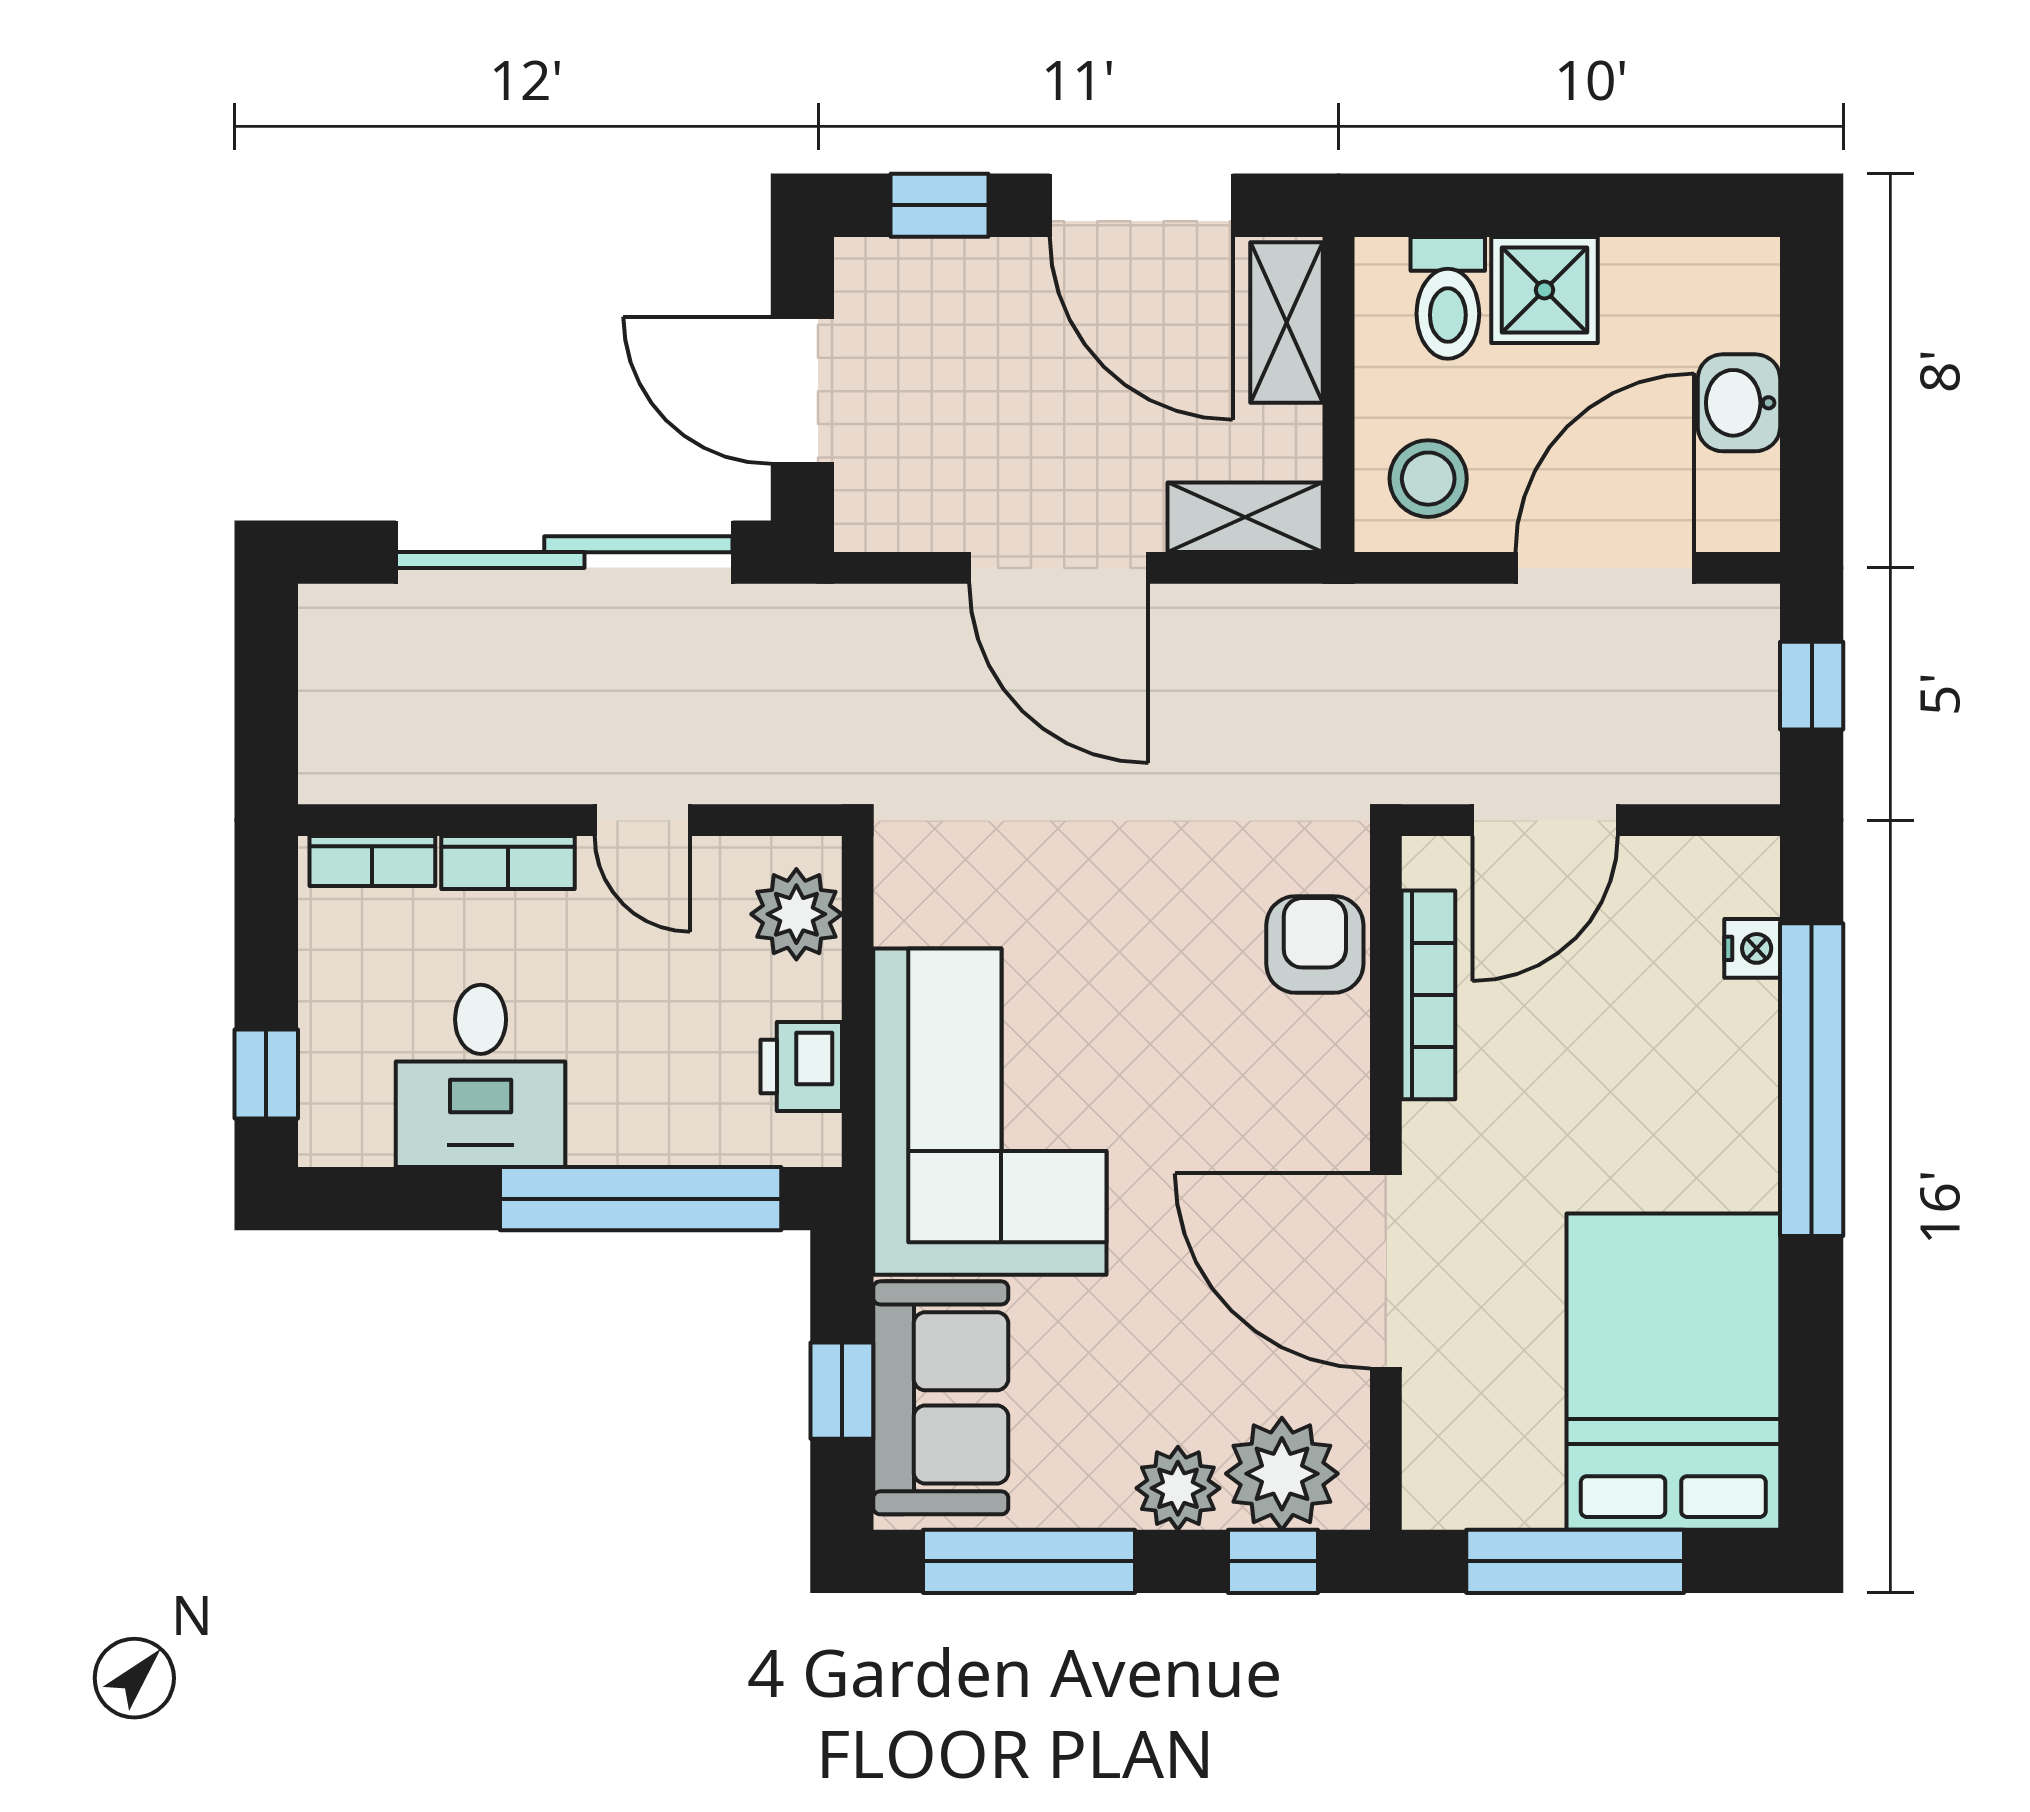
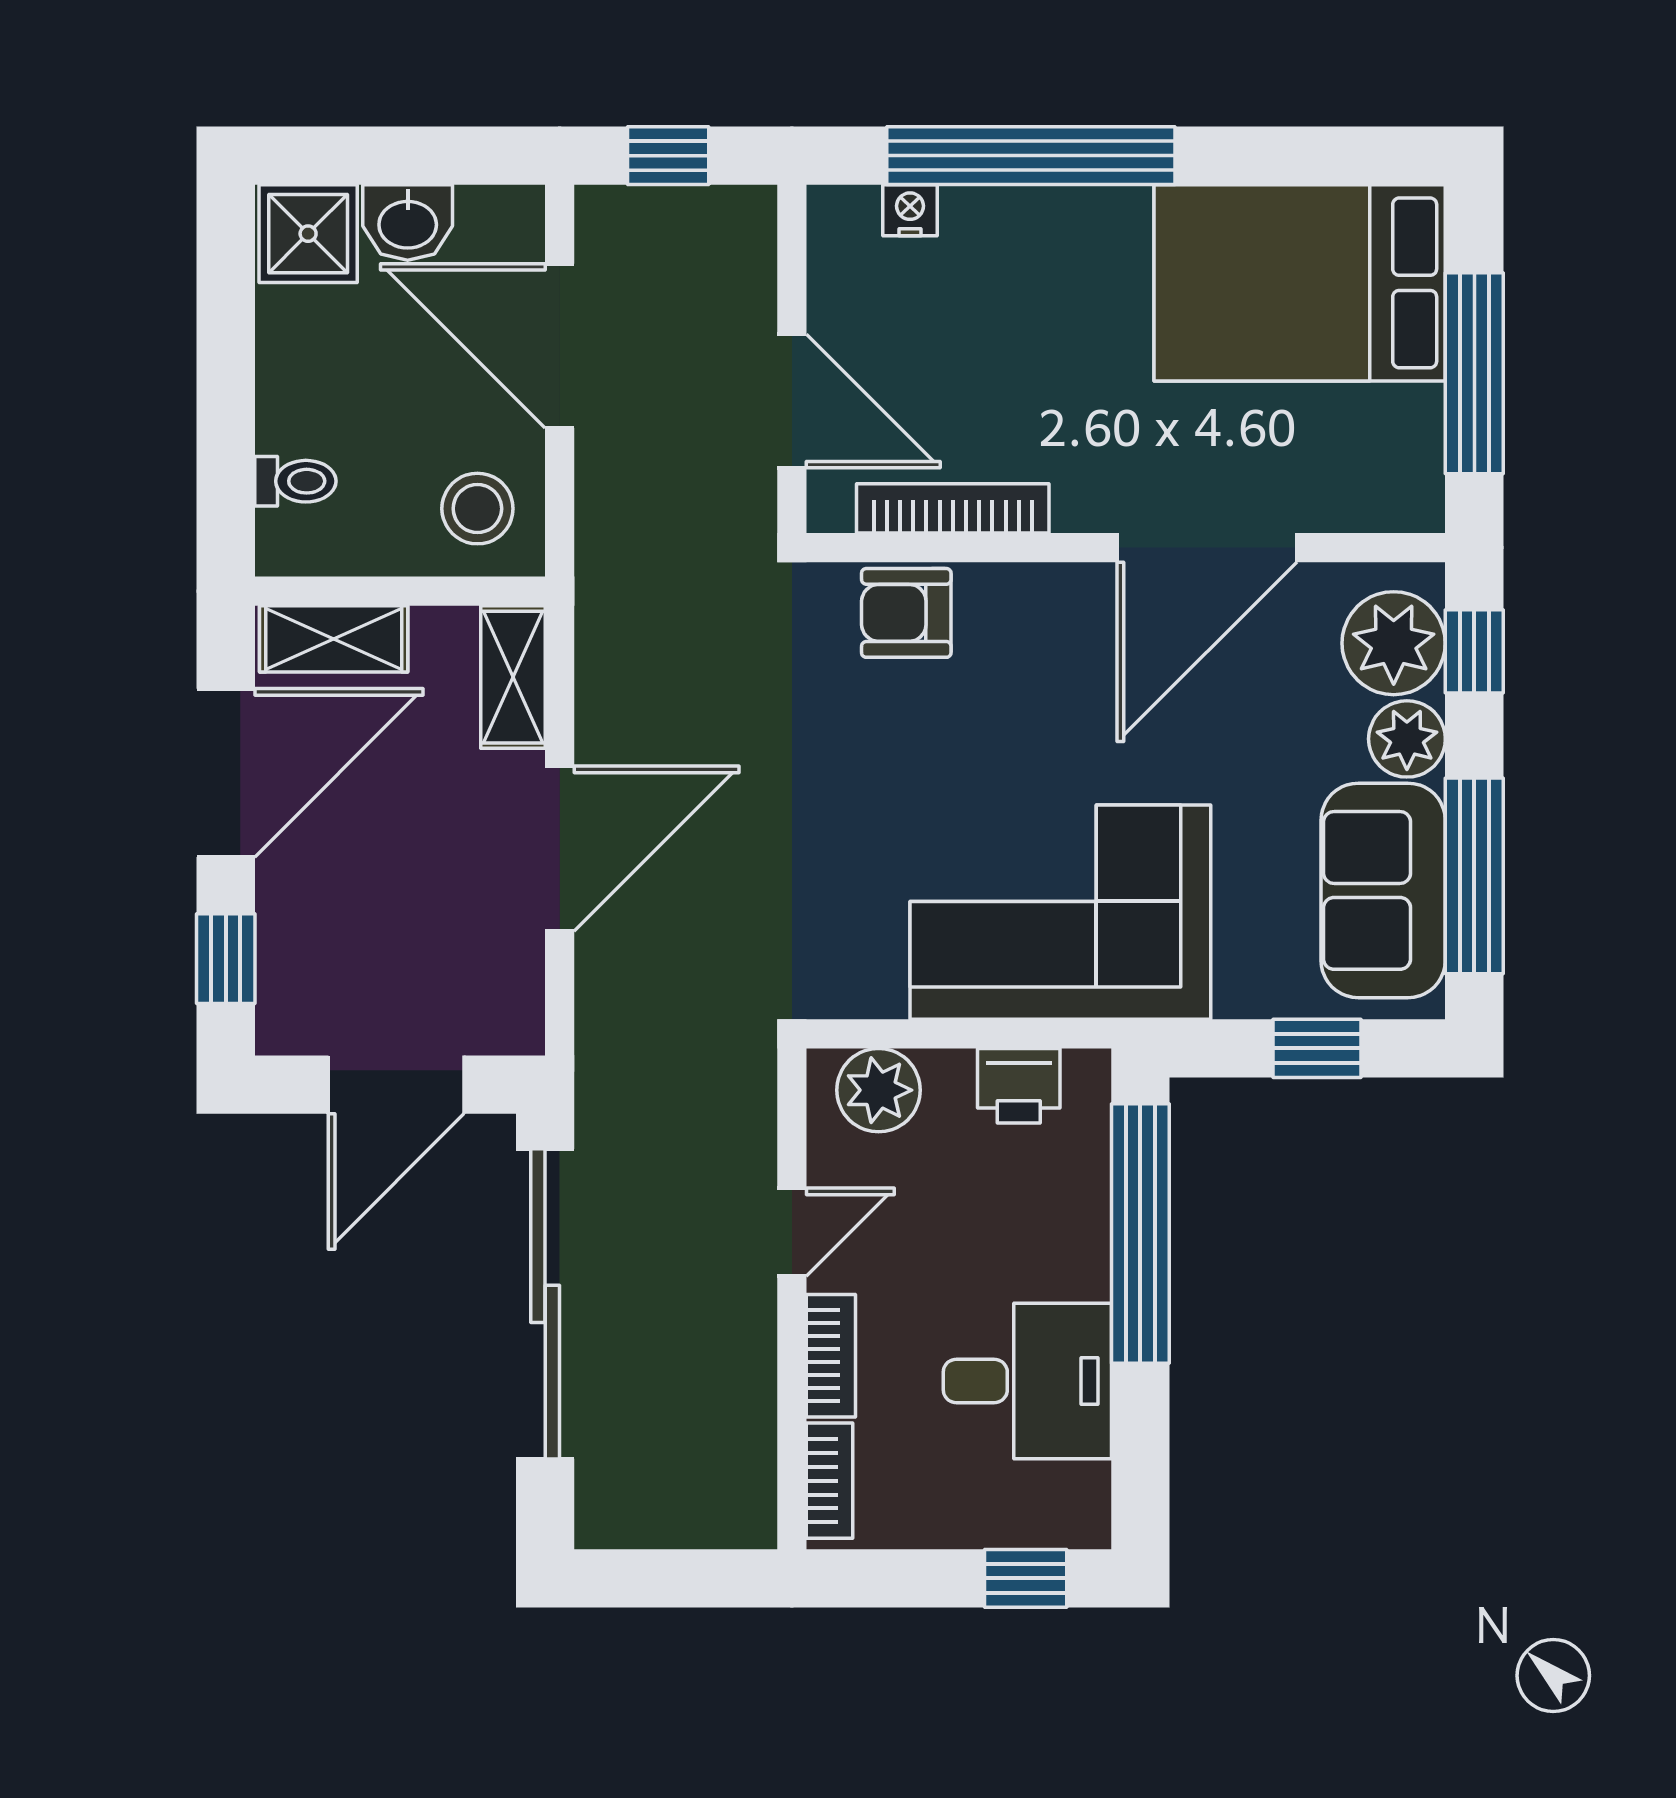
shower: (1544, 290) -> (308, 234), moved
toilet: (1448, 298) -> (295, 481), width x0.73, depth x0.72
sofa: (941, 1398) -> (1383, 890), moved, turned -90

